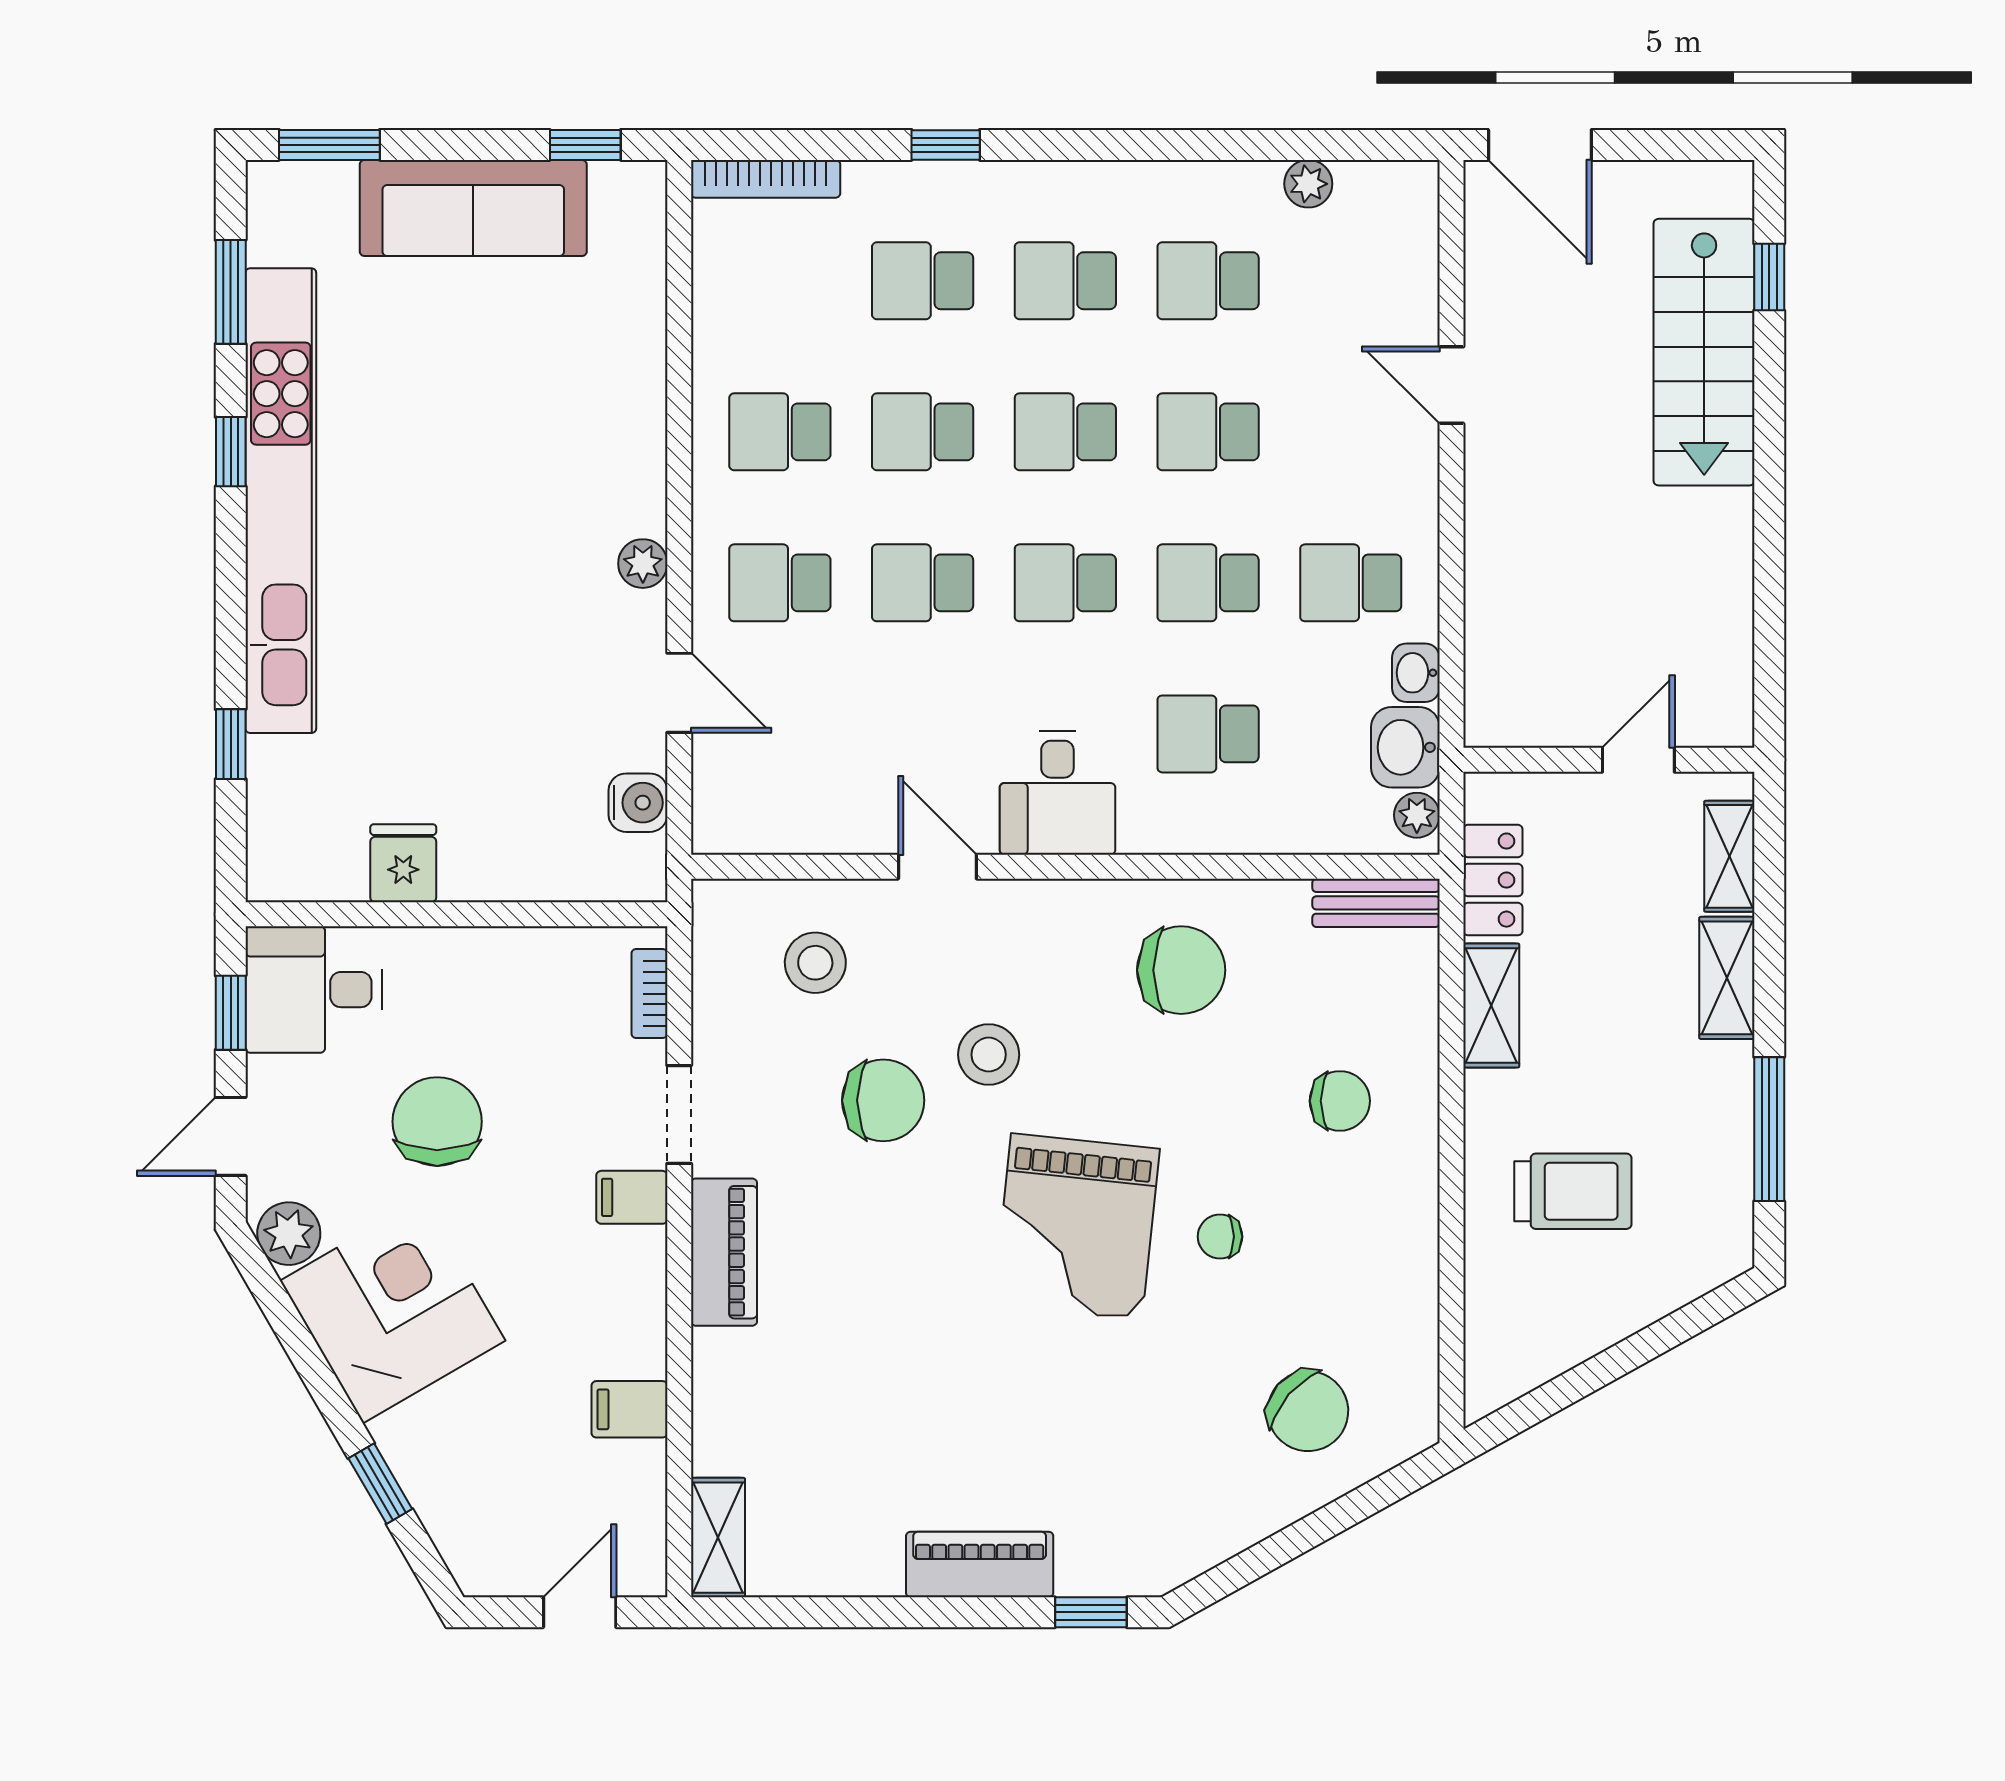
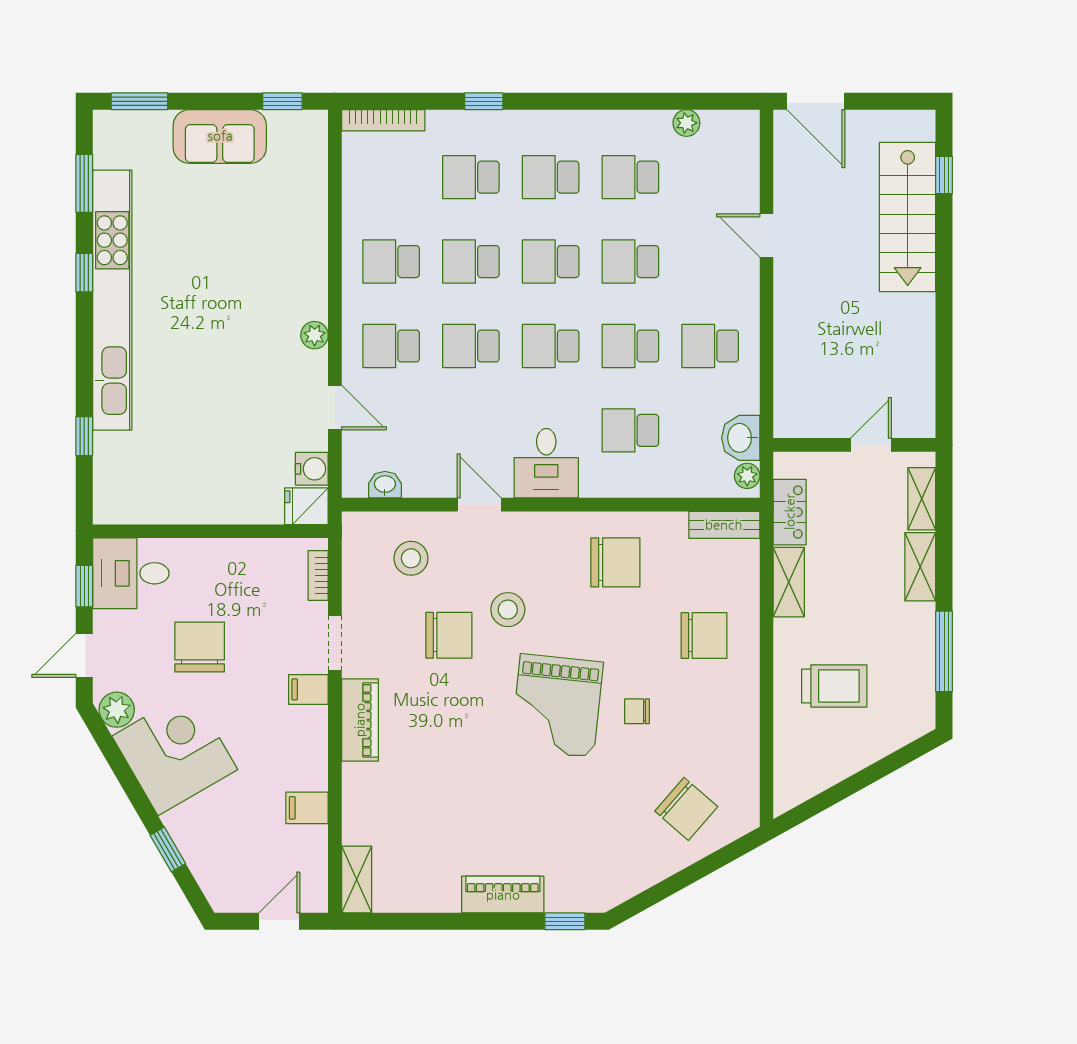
sofa: (473, 208) -> (220, 136), width x0.73
washbasin: (1416, 673) -> (385, 485), moved, turned 90
fridge: (403, 863) -> (306, 506), moved, turned -90
chair: (1340, 1101) -> (704, 636), width x1.37, depth x1.37

